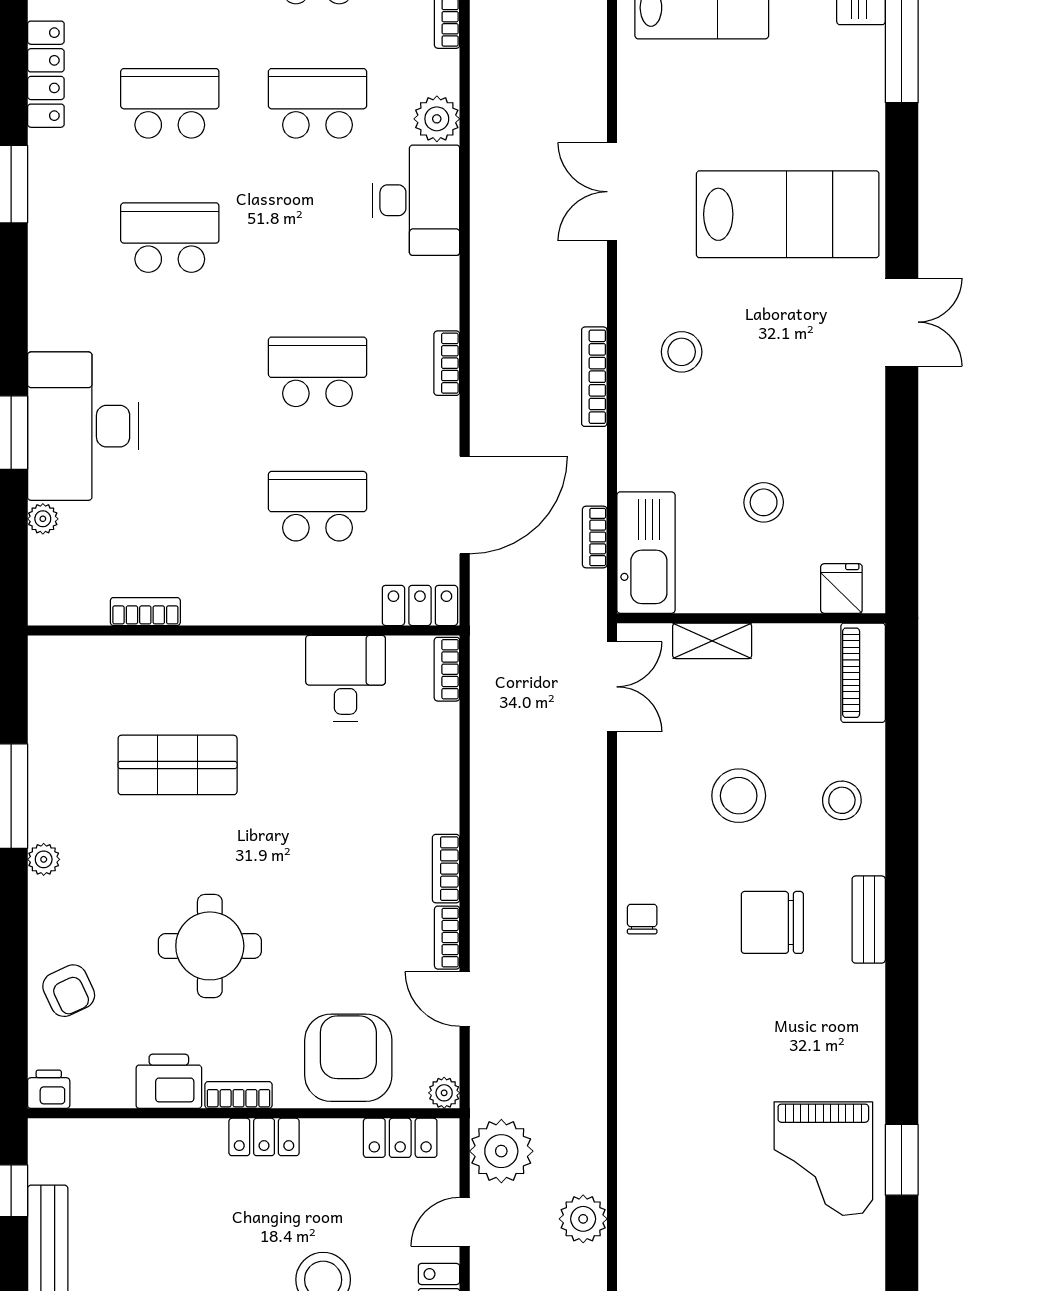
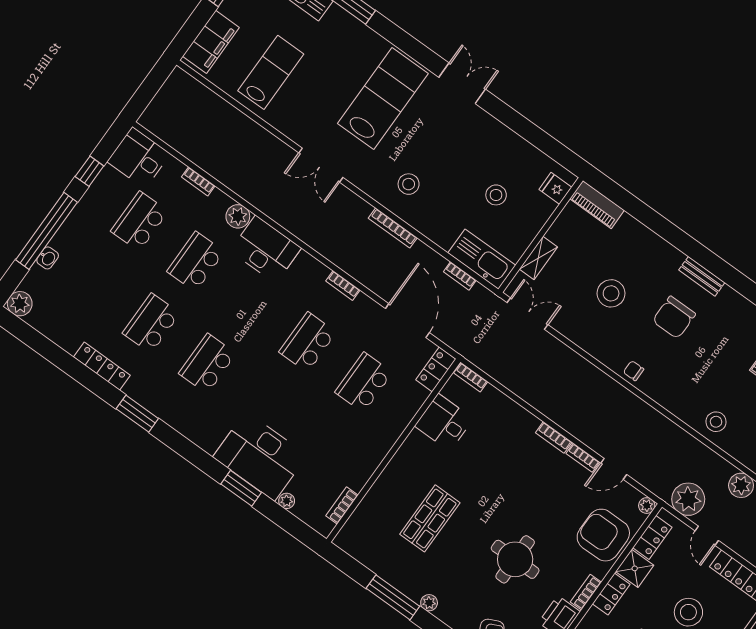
bookcase: (145, 612) -> (342, 505), moved
stool: (842, 800) -> (716, 422), moved
shower: (331, 1145) -> (635, 568), added

